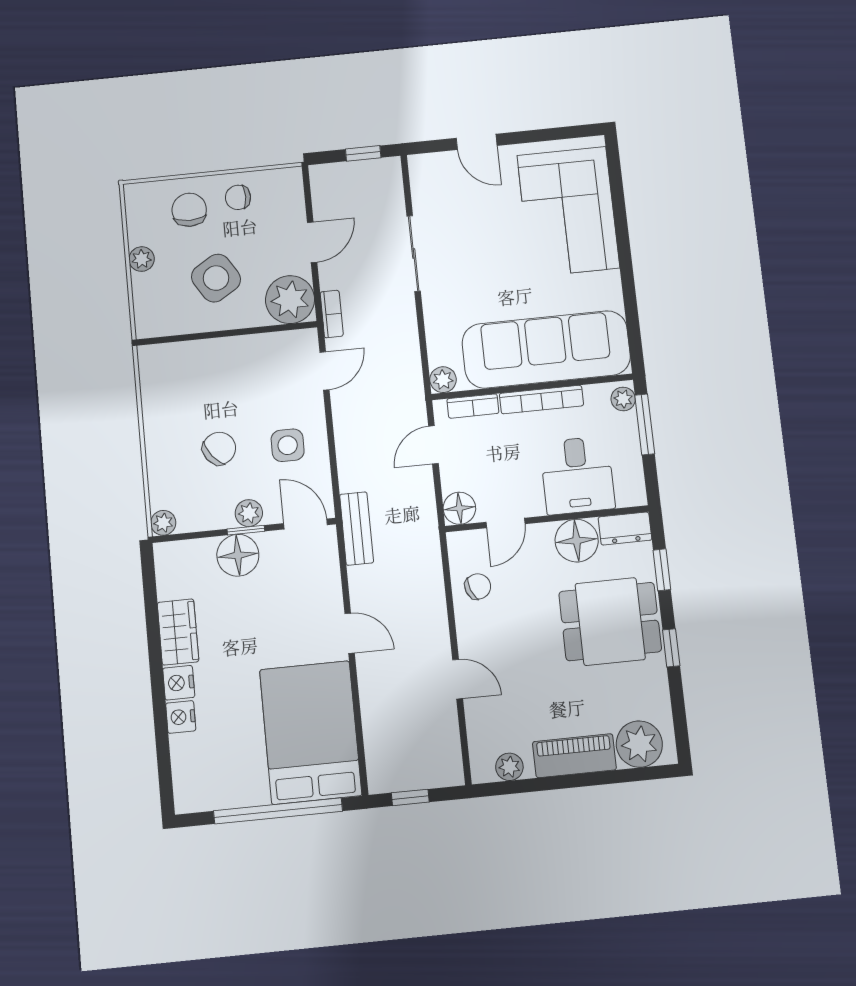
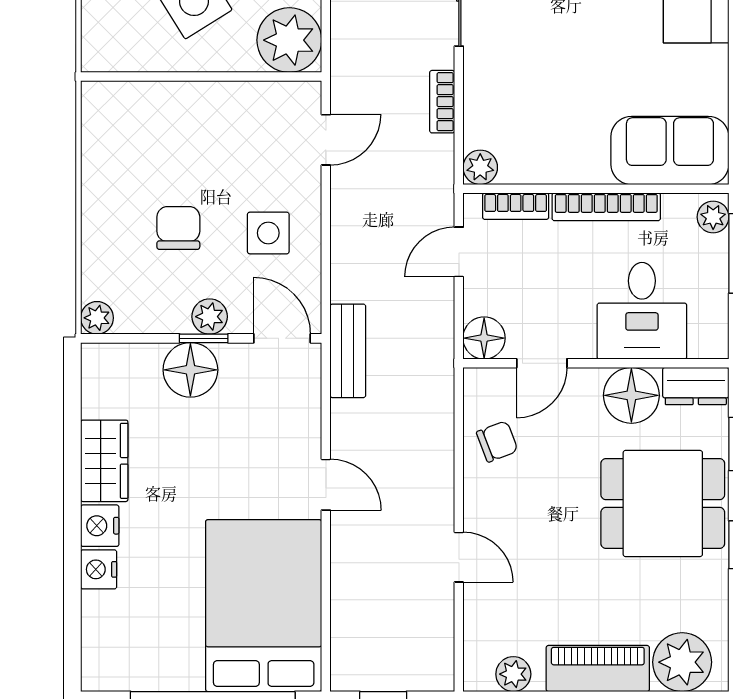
bookcase: (332, 314) -> (442, 102), moved, turned 180
sofa: (546, 349) -> (670, 150), width x0.54, depth x0.79
chair: (219, 448) -> (178, 228), turned -52

